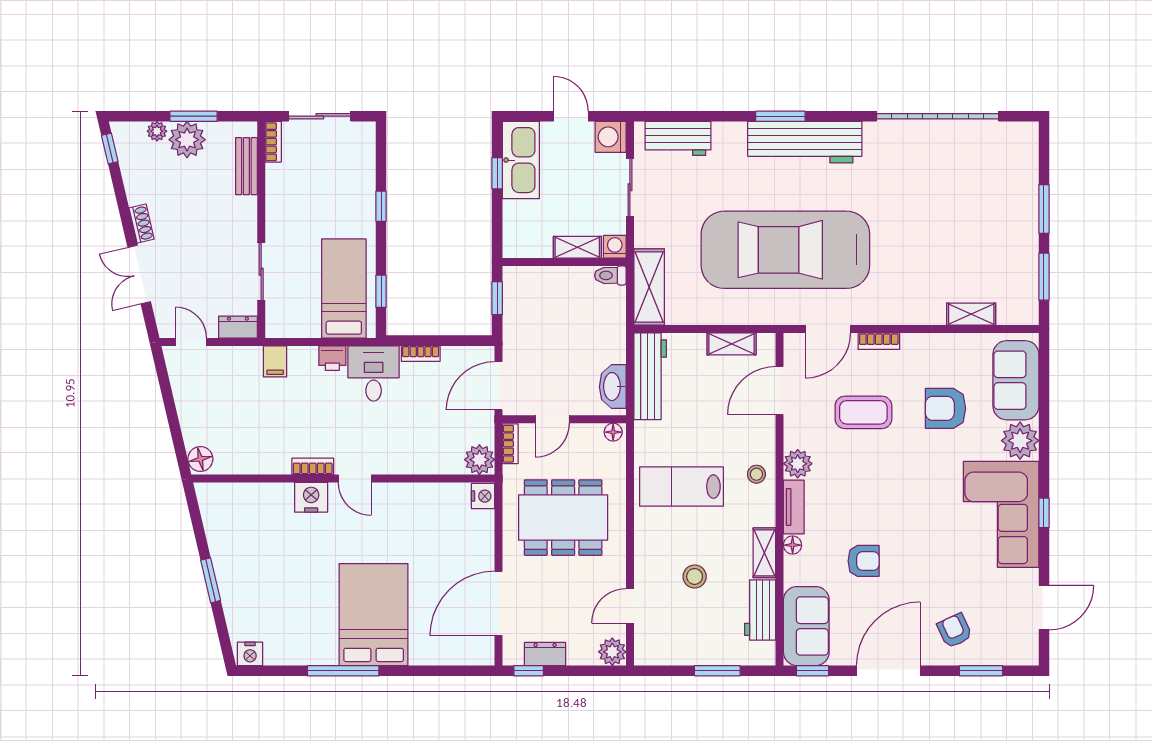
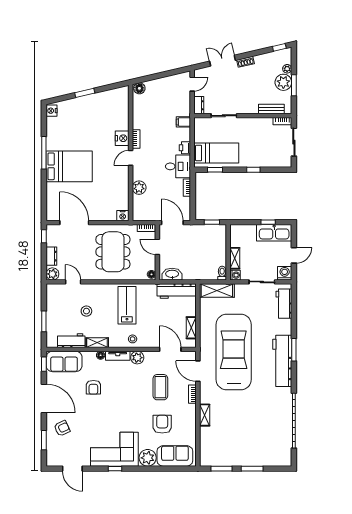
shelving: (971, 314) -> (205, 415), moved
plant: (479, 460) -> (139, 188), moved
dresser: (545, 654) -> (51, 256), moved

